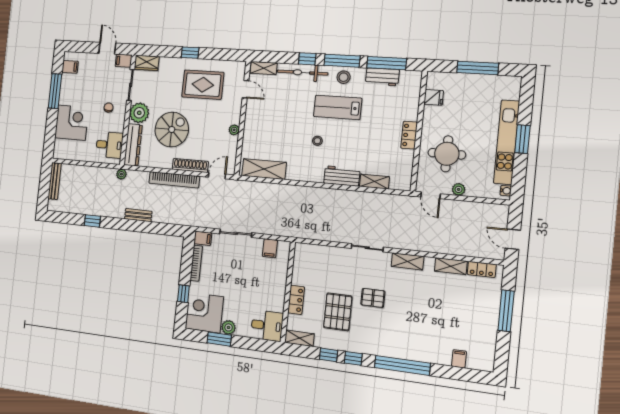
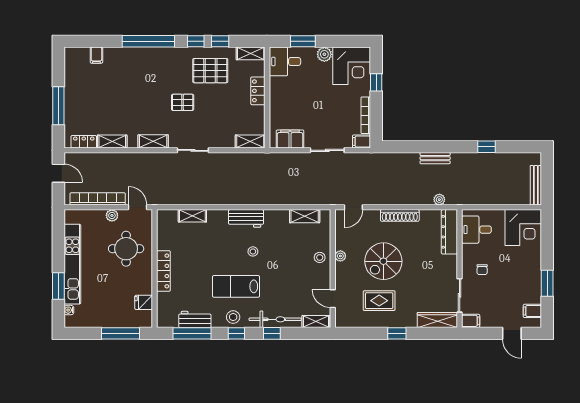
door: (107, 48) -> (512, 333), moved
window: (342, 61) -> (236, 333), width x0.46
wardrobe: (147, 63) -> (437, 320), width x1.50
window: (478, 68) -> (121, 333), moved
rug: (203, 85) -> (379, 301), width x0.73, depth x0.70
window: (55, 91) -> (547, 283), width x0.69
lab bench: (338, 107) -> (236, 286), turned 180
plant: (139, 113) -> (446, 266), removed
corner desk: (72, 123) -> (523, 228), moved, turned -90
spiral stairs: (172, 130) -> (383, 261), moved
stool: (254, 130) -> (320, 257), added
locker: (409, 135) -> (163, 271), width x1.53
window: (522, 139) -> (58, 286), moved
shoe rack: (190, 165) -> (400, 215), moved
shelving: (264, 169) -> (305, 216), width x0.67, depth x0.75
plant: (121, 174) -> (439, 200), moved
workbench: (342, 176) -> (246, 218), moved
bookcase: (174, 180) -> (98, 199), moved
water cooler: (506, 191) -> (69, 310), moved
filing cabinet: (270, 248) -> (290, 139), width x2.00
shelving: (309, 250) -> (250, 142), added
pallet: (338, 312) -> (210, 71), moved, turned 90
window: (219, 339) -> (303, 41), moved

